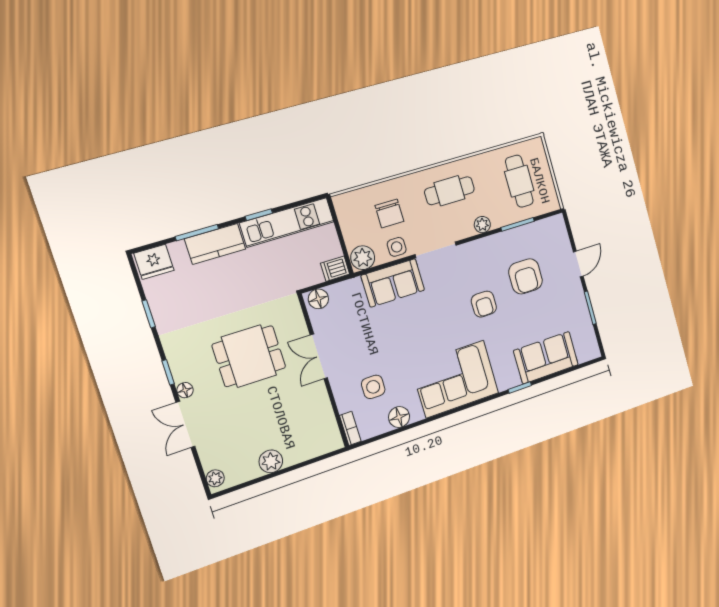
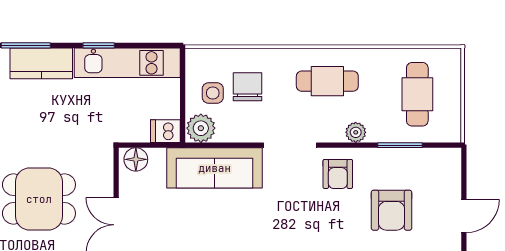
chair: (389, 213) -> (248, 87), turned 180
side table: (397, 247) -> (213, 93), moved
sofa: (393, 283) -> (215, 168), width x1.36
armchair: (484, 304) -> (338, 174), moved

